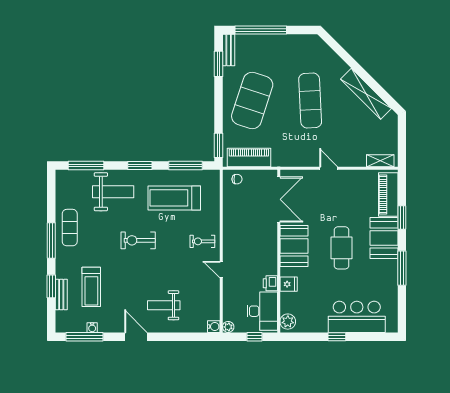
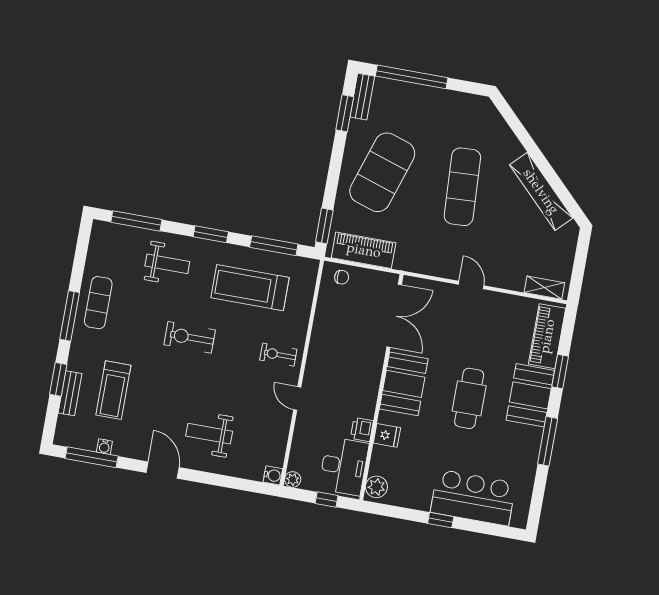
weight bench: (113, 192) -> (167, 264), width x0.73, depth x0.75

